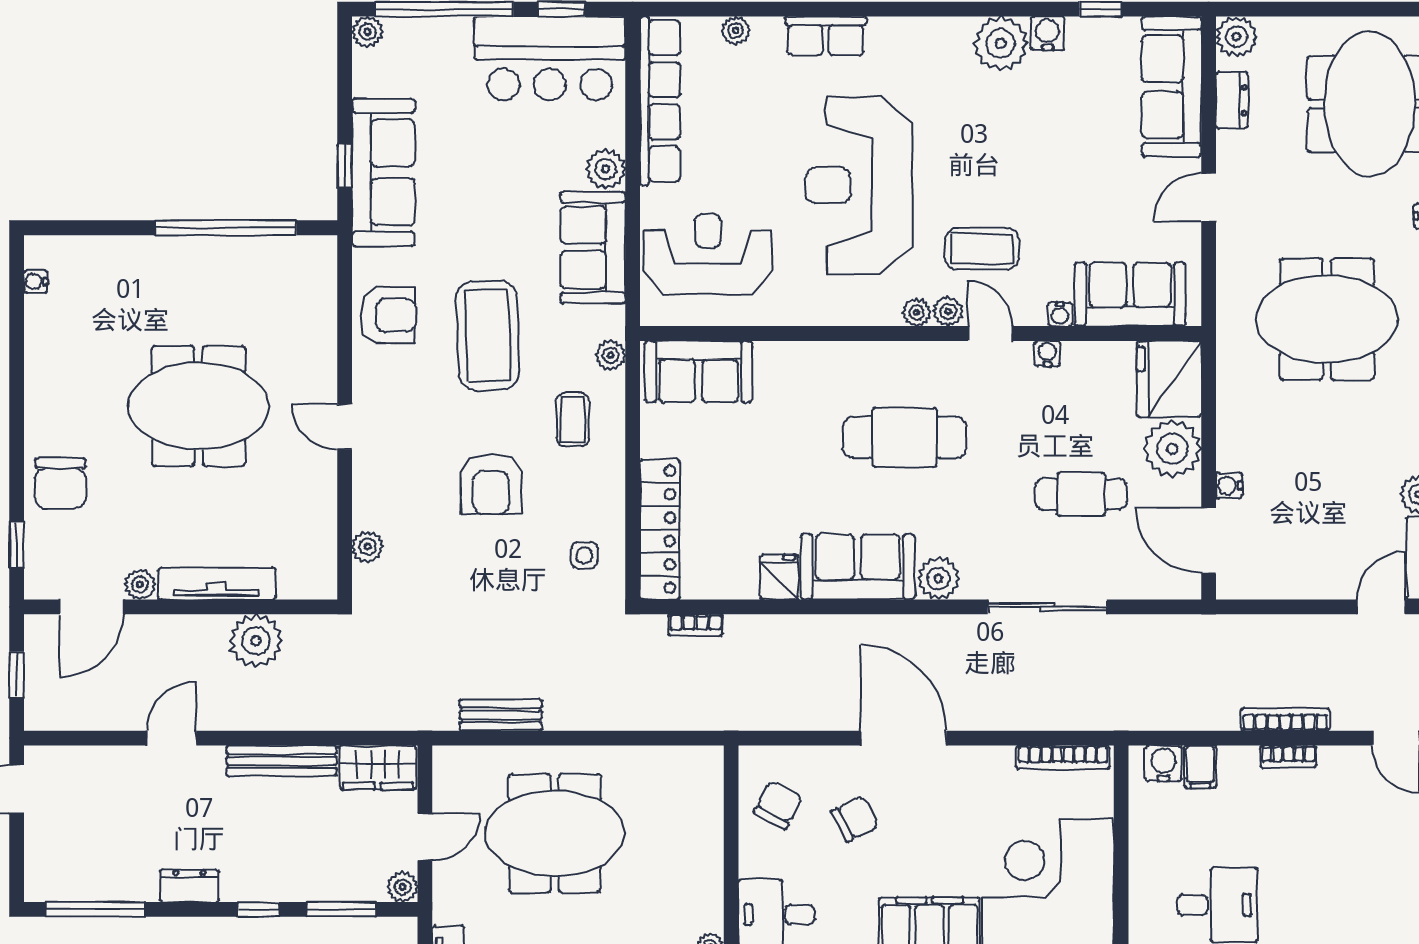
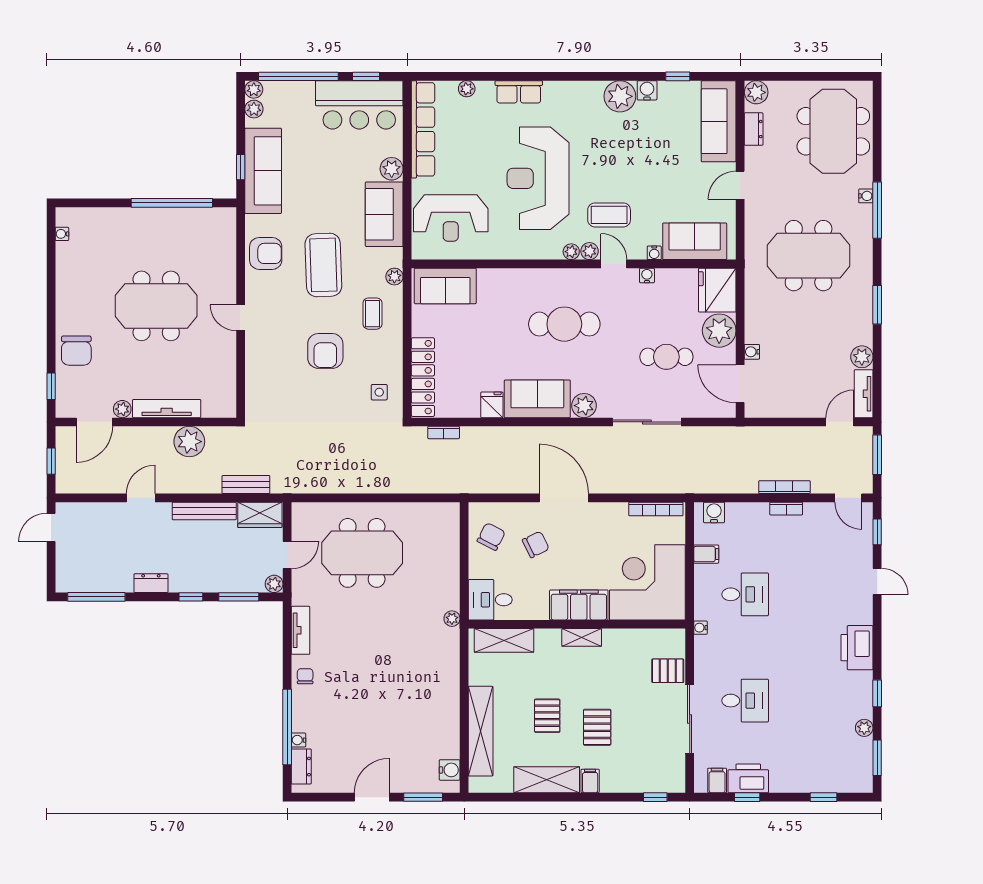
reception desk: (708, 254) -> (451, 218), turned 180
plant: (368, 547) -> (254, 109), moved
bench: (501, 715) -> (246, 485), moved
filing cabinet: (1200, 767) -> (706, 554), moved, turned -90

